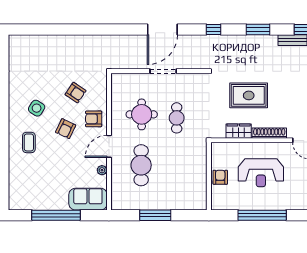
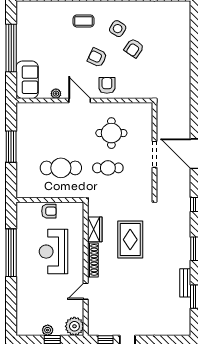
armchair: (76, 93) -> (134, 48), moved
cafe table: (141, 165) -> (61, 168), moved

